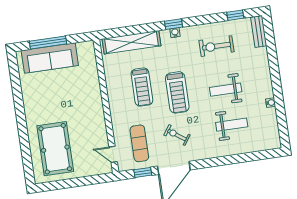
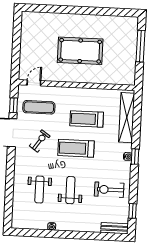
exercise bike: (217, 46) -> (109, 190), turned -90
sofa: (50, 58) -> (127, 45), removed
pool table: (55, 149) -> (80, 51), moved

